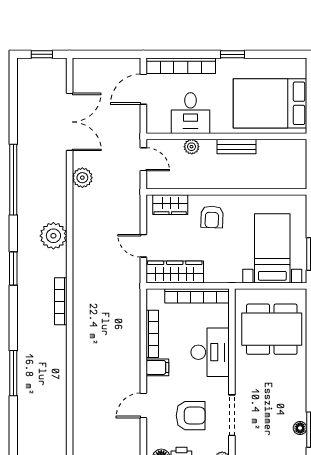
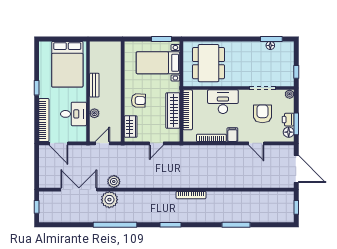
plant: (53, 236) -> (109, 200), moved
wardrobe: (175, 272) -> (173, 111), moved

